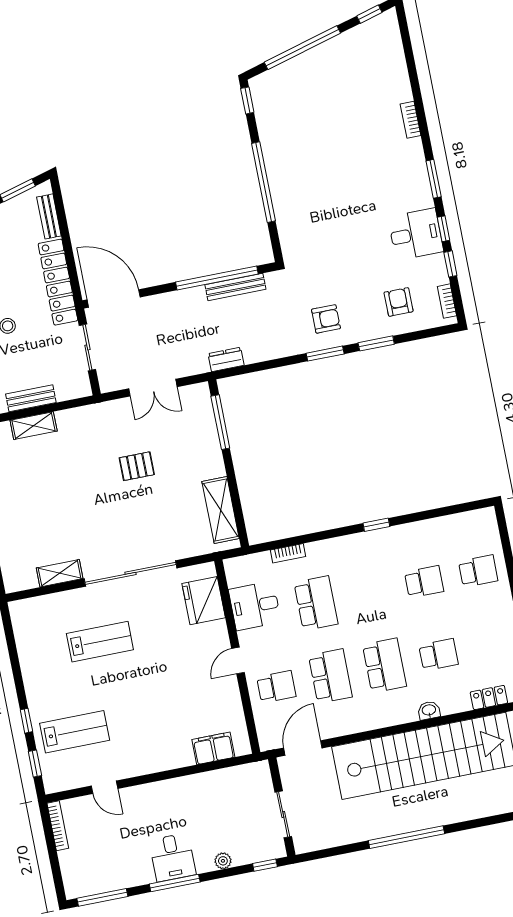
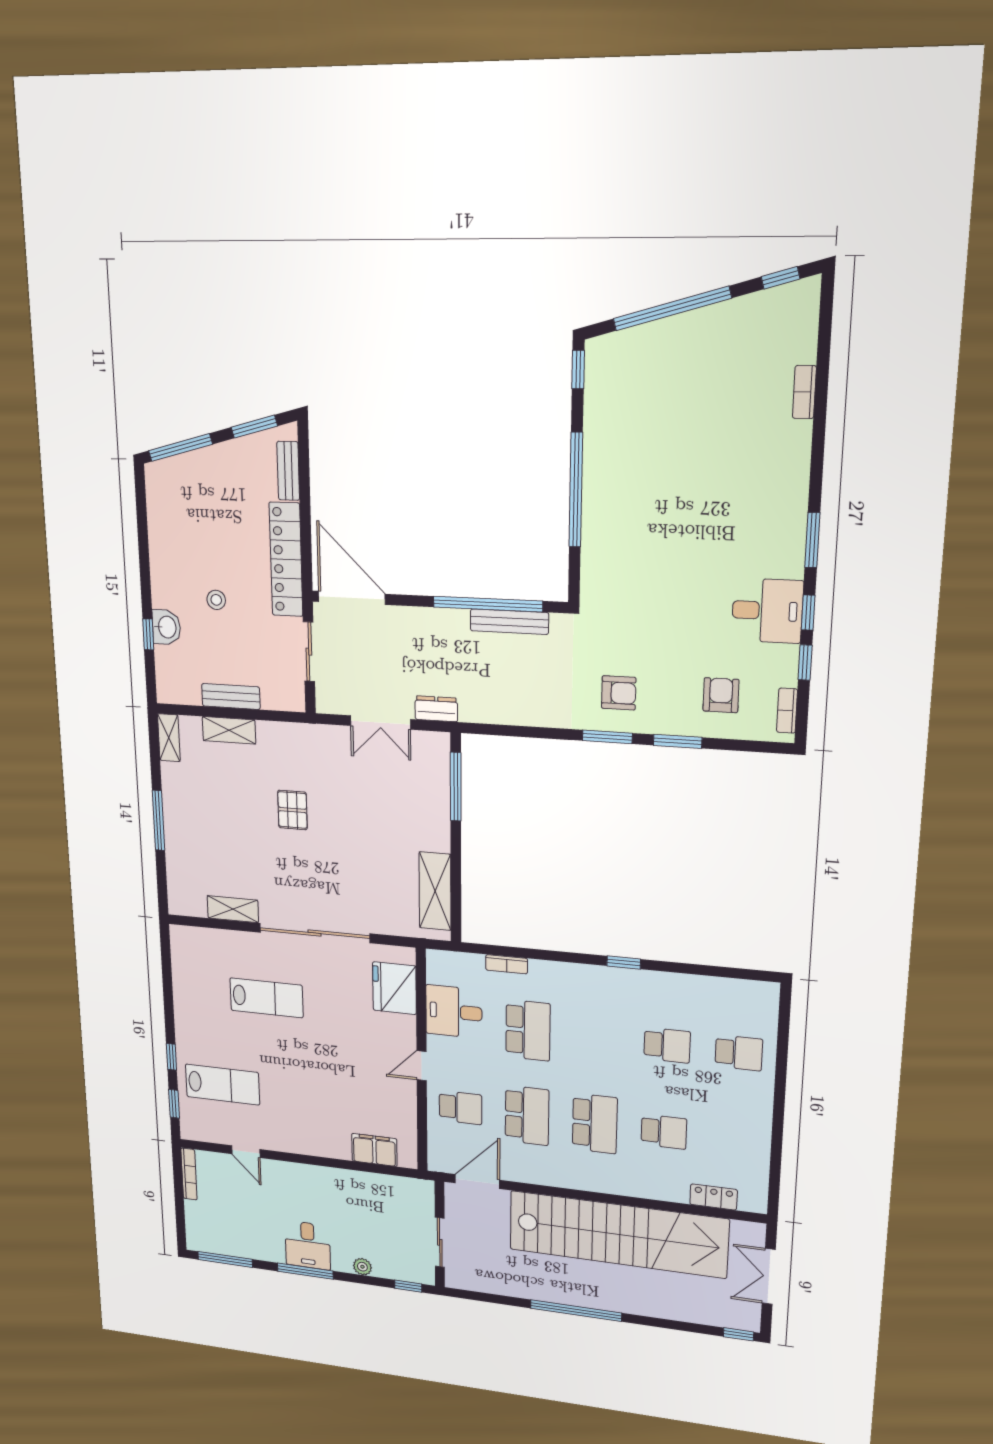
bookcase: (410, 120) -> (804, 392), moved
dresser: (226, 359) -> (436, 709), moved
pallet: (137, 466) -> (292, 810), moved, turned 90
washbasin: (429, 710) -> (636, 1188), removed

